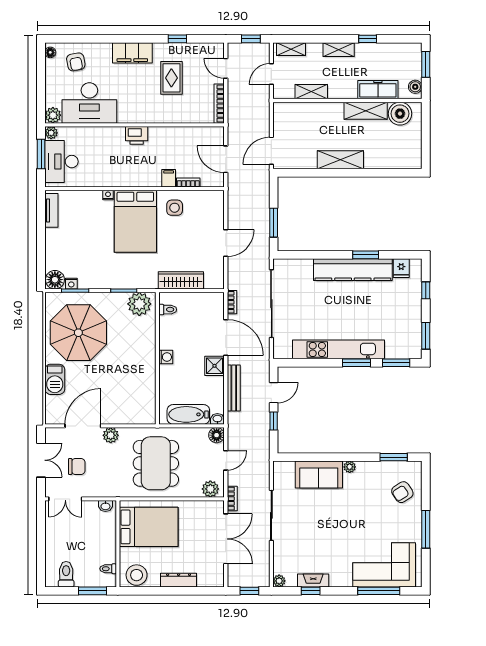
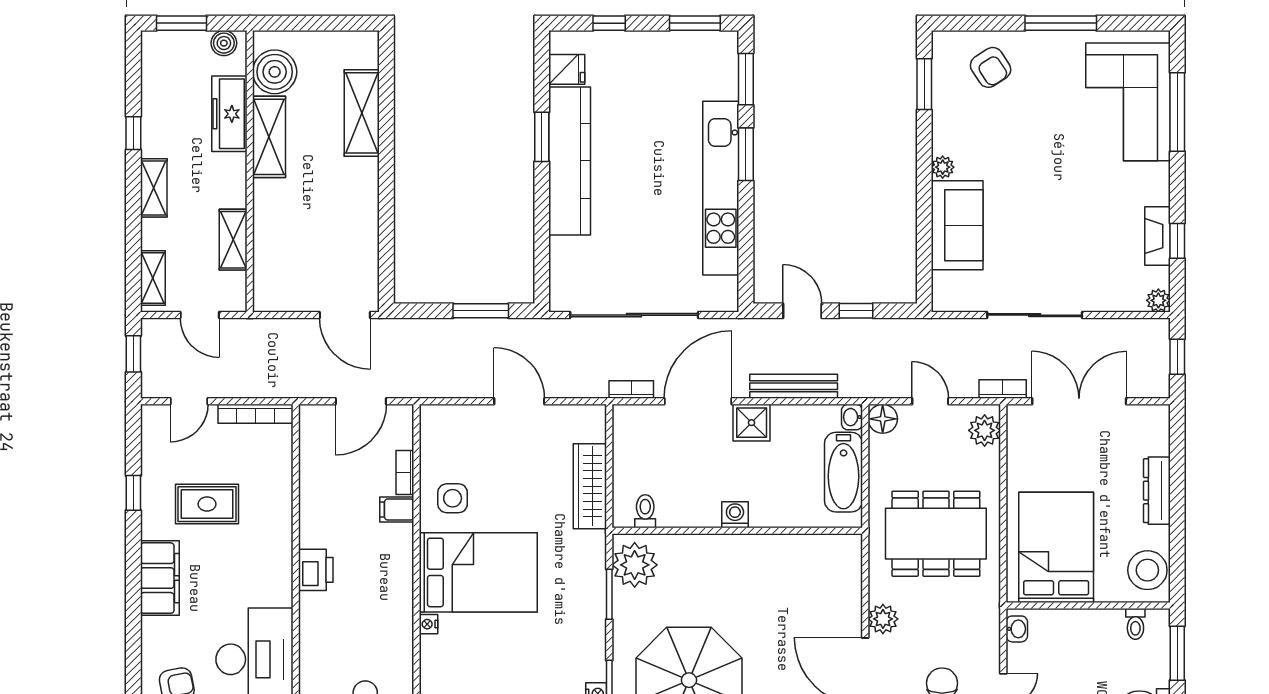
shelving: (340, 160) -> (362, 113), moved

